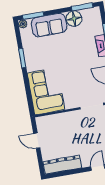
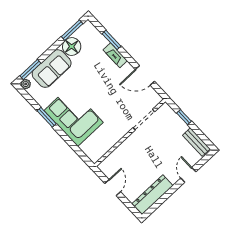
corner sofa: (46, 91) -> (74, 116), moved
door: (37, 141) -> (113, 188), swing flipped

